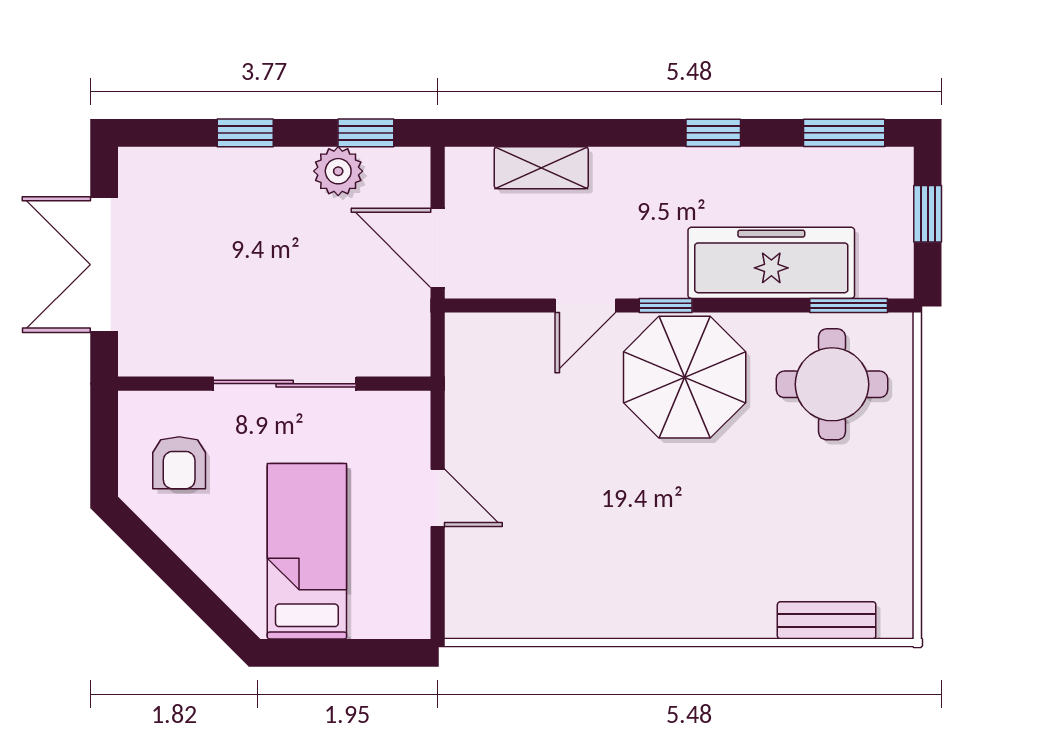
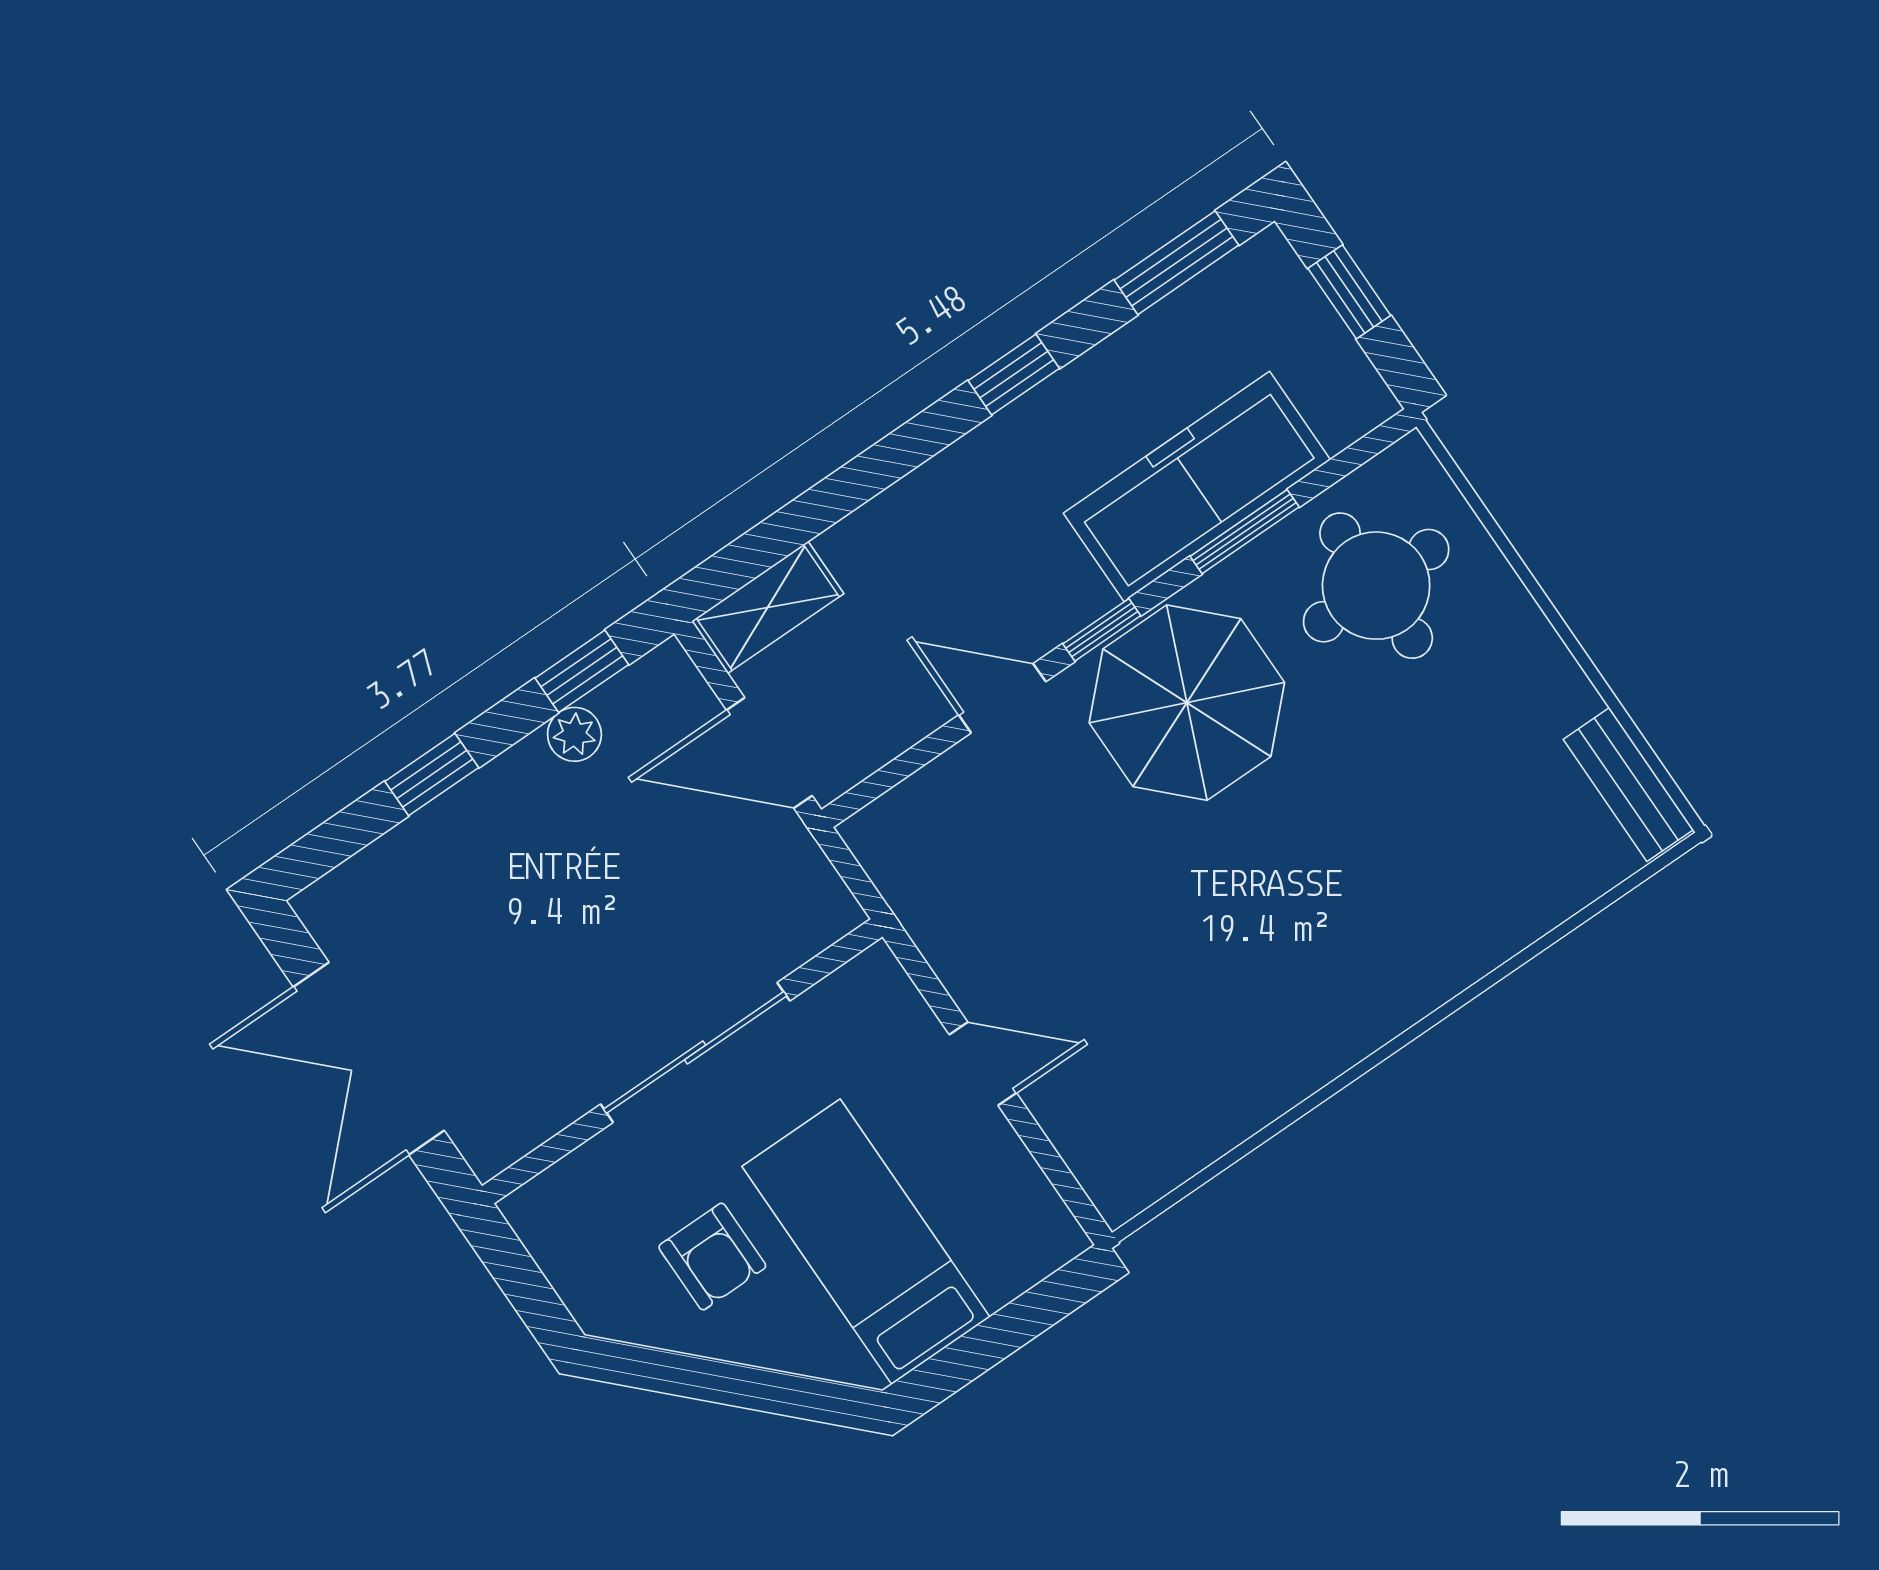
shelving: (541, 168) -> (768, 607), moved
plant: (338, 171) -> (574, 734), width x0.73, depth x0.73
door: (585, 305) -> (1002, 698), swing flipped
window: (849, 305) -> (1245, 532), moved
armchair: (179, 463) -> (712, 1257), moved
bench: (827, 620) -> (1628, 784), moved, turned 90

